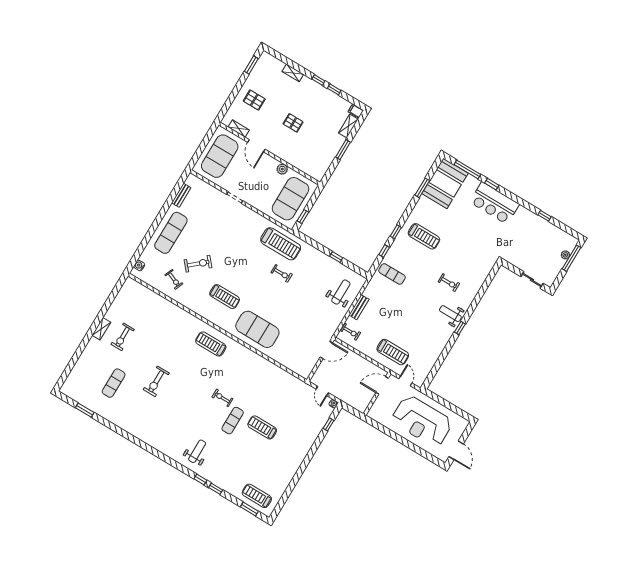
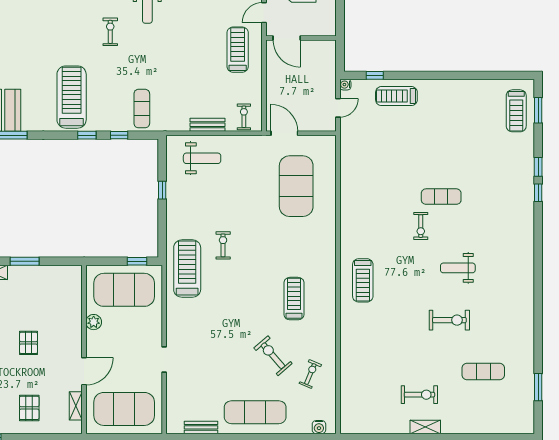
treadmill: (424, 236) -> (72, 97), width x1.37, depth x1.38
weight bench: (341, 292) -> (202, 158), turned 180
exercise mat: (257, 329) -> (296, 186), moved
treadmill: (262, 427) -> (396, 96), moved, turned 90
weight bench: (197, 451) -> (458, 268), moved

